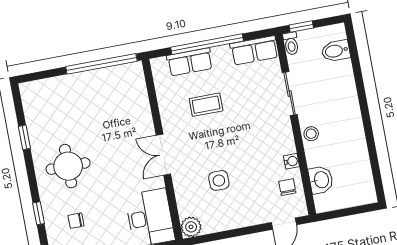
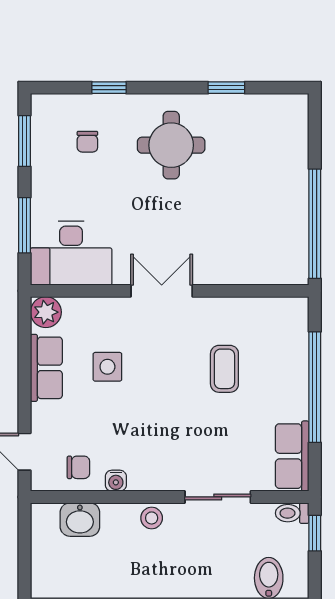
row of seats: (190, 62) -> (46, 368), moved, turned 180
chair: (76, 221) -> (87, 142), turned 180

